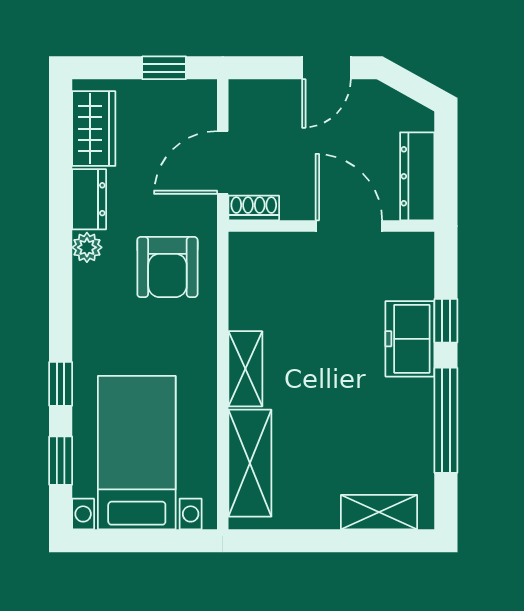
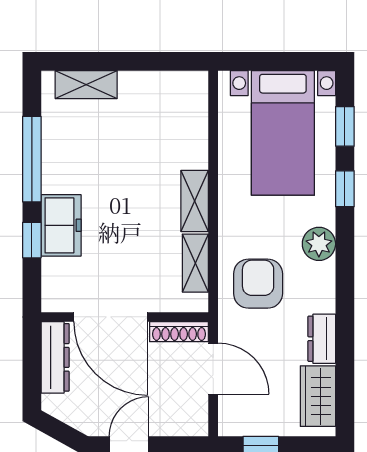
door: (223, 162) -> (213, 369), hinge flipped
shoe rack: (254, 208) -> (179, 332), width x1.43
door: (349, 226) -> (111, 317), width x1.36
plant: (87, 247) -> (319, 244), moved, width x1.38, depth x1.38
shelving: (250, 463) -> (195, 263), moved, width x0.67, depth x0.75

